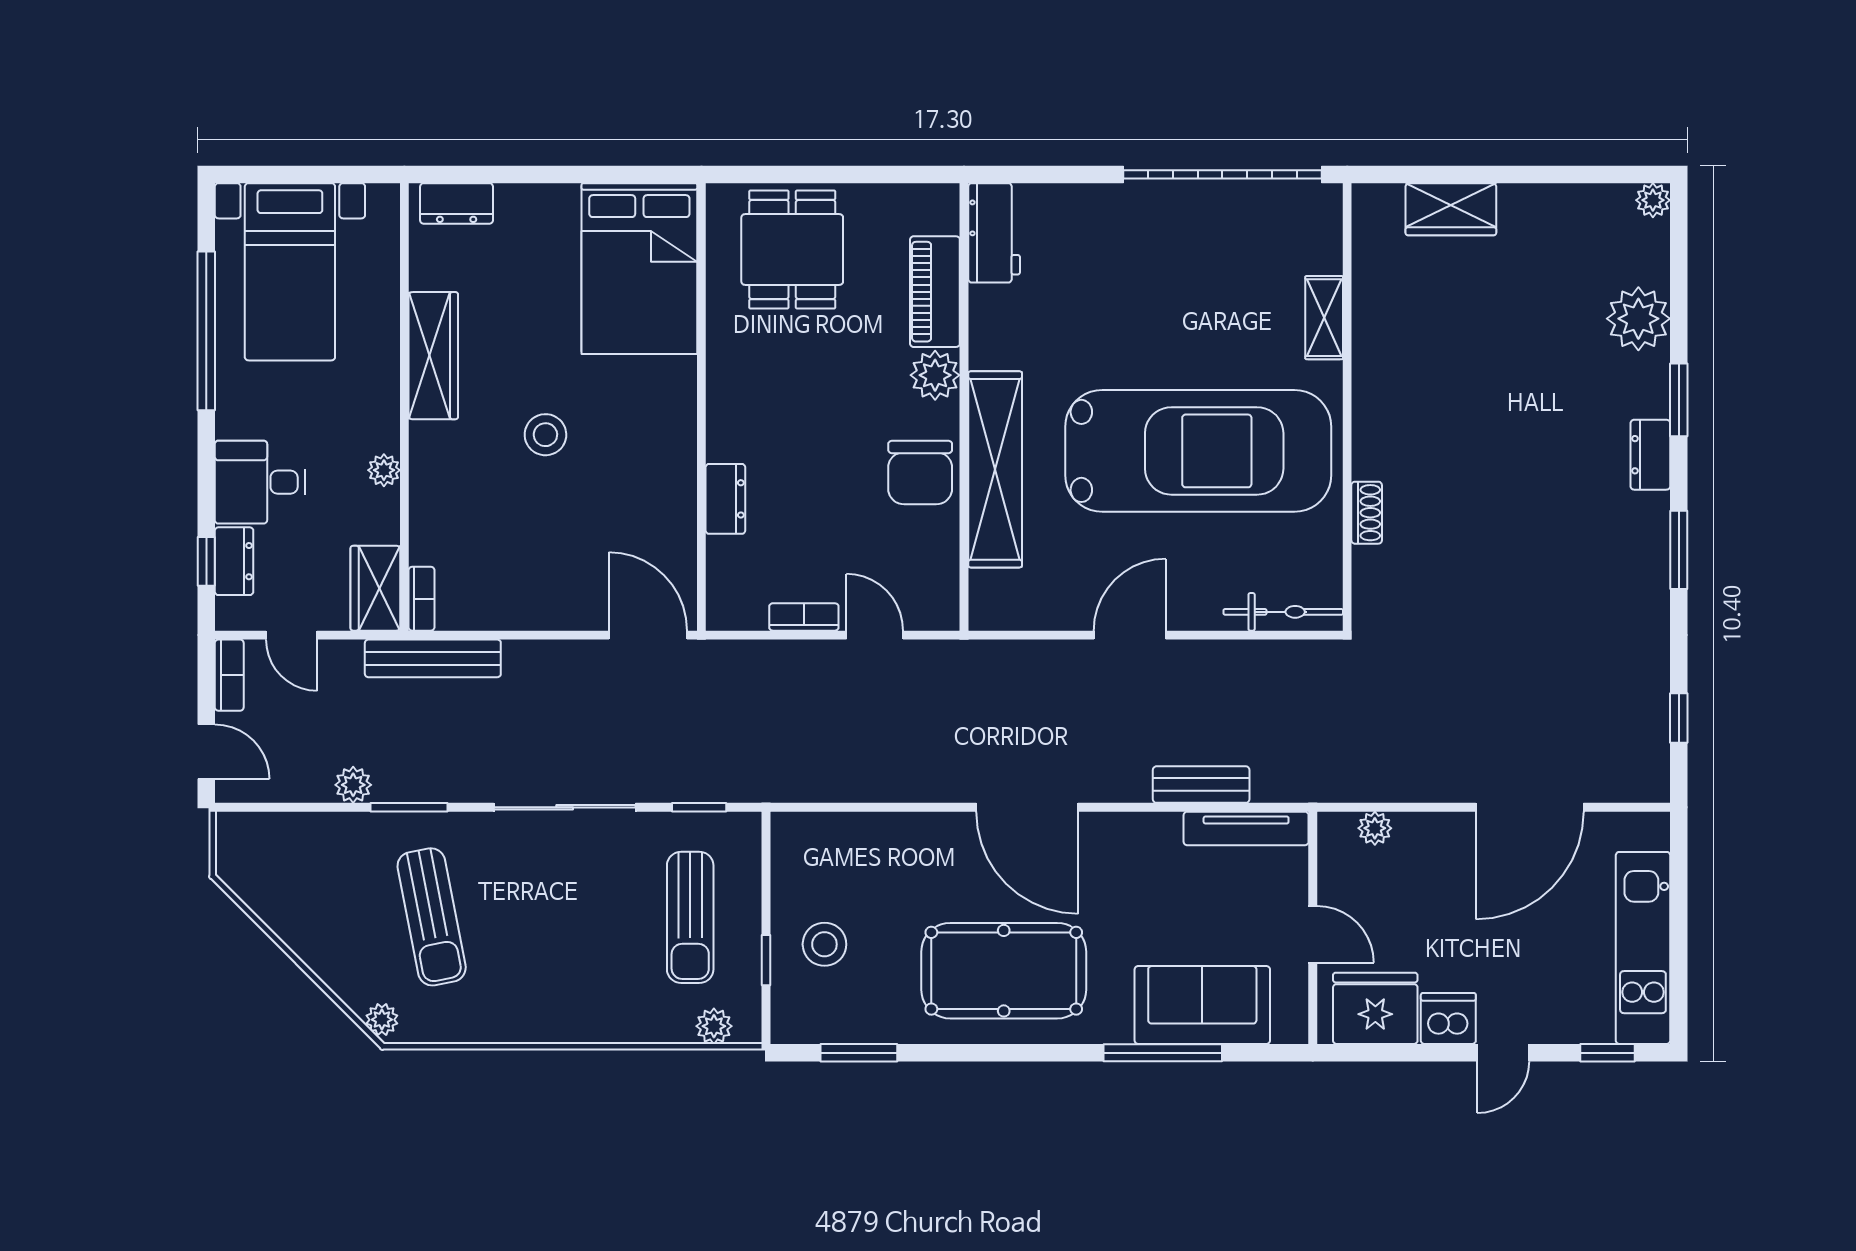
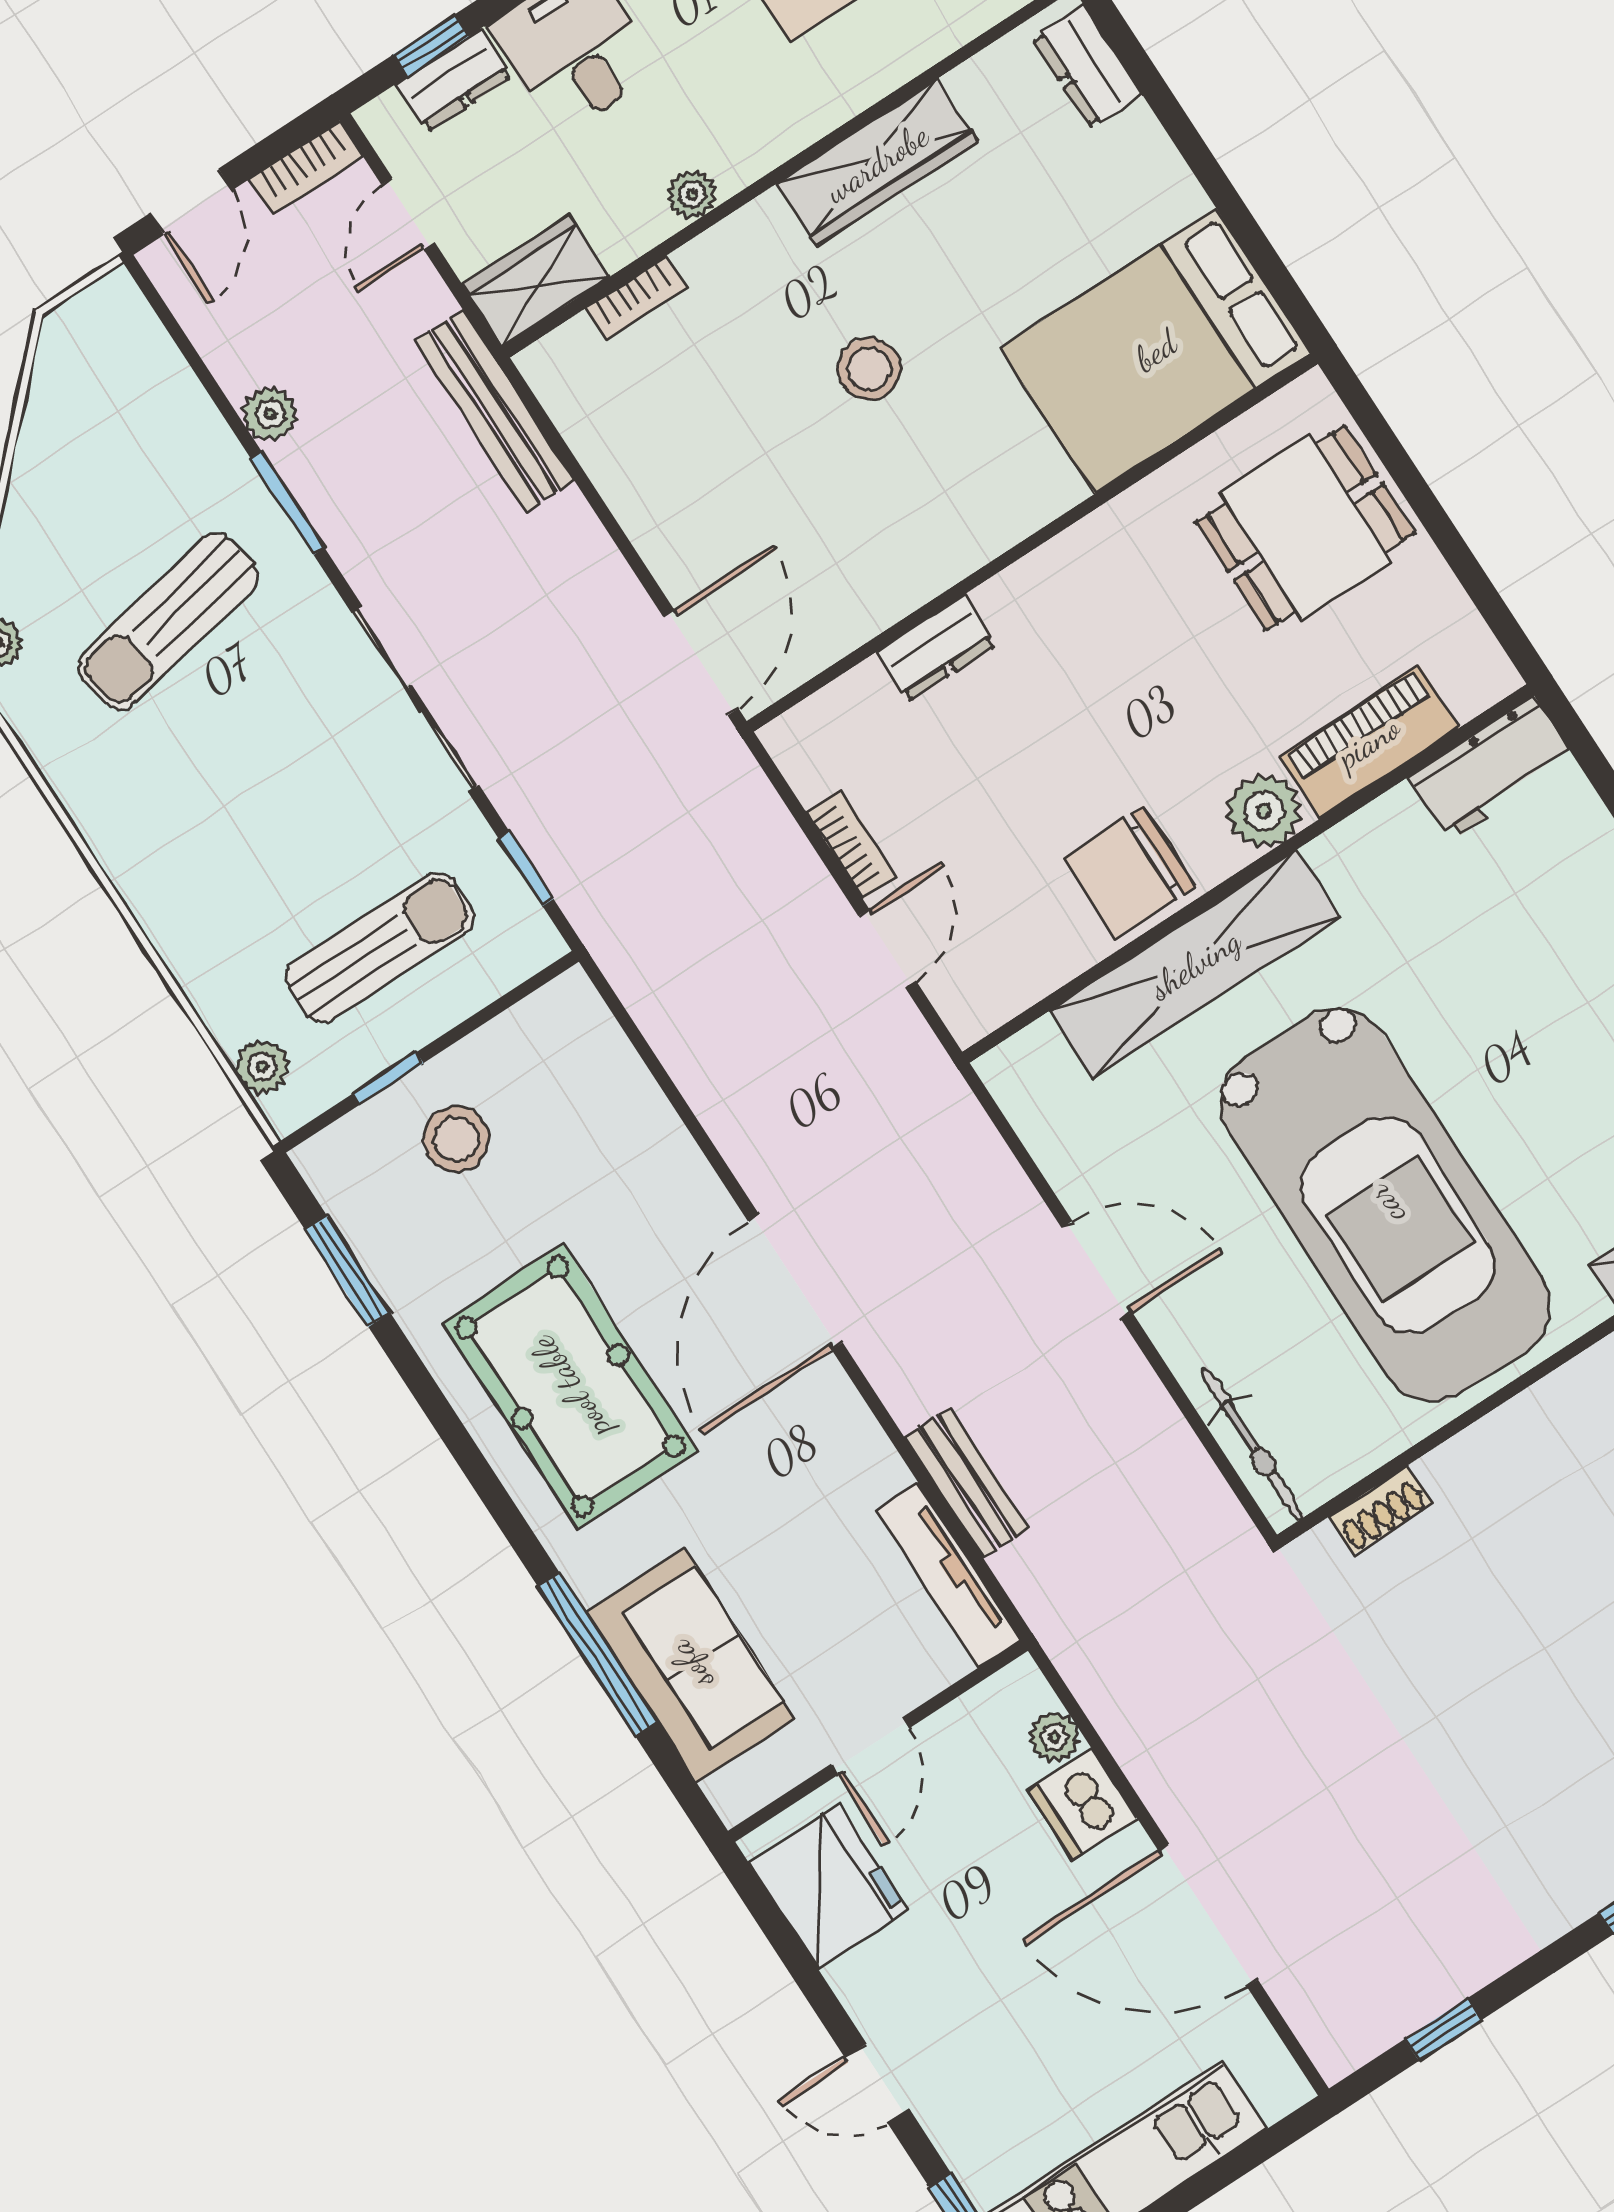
shoe rack: (1367, 513) -> (1380, 1510), moved
bookcase: (421, 599) -> (636, 298), moved
sun lounger: (690, 917) -> (380, 948), turned 180
dishwasher: (1448, 1018) -> (1082, 1804), moved, turned 180

